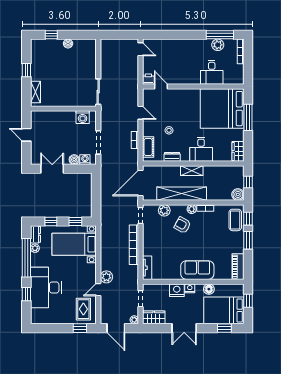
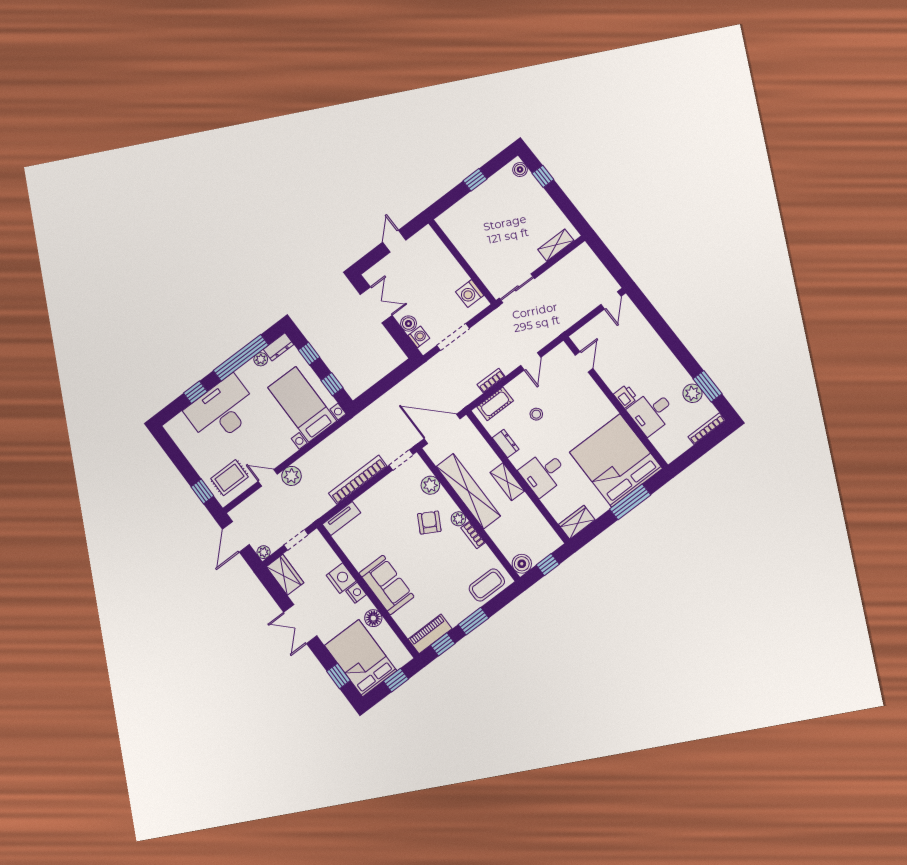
window: (220, 35) -> (707, 386), width x0.69
boiler: (68, 44) -> (520, 170), moved
printer: (148, 79) -> (626, 396), moved
shelving: (36, 92) -> (556, 245), moved
window: (248, 219) -> (443, 644), moved

